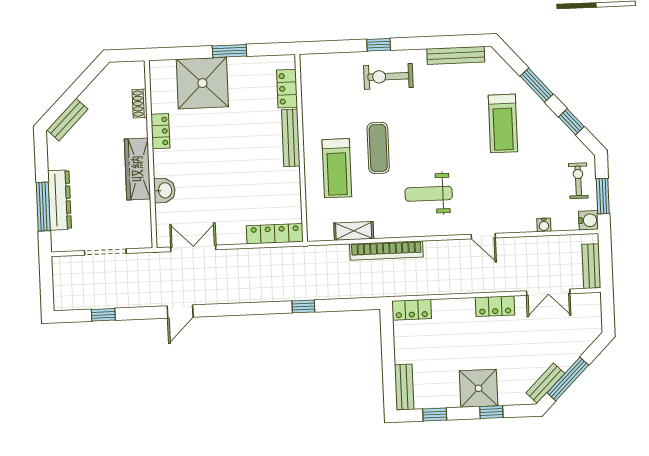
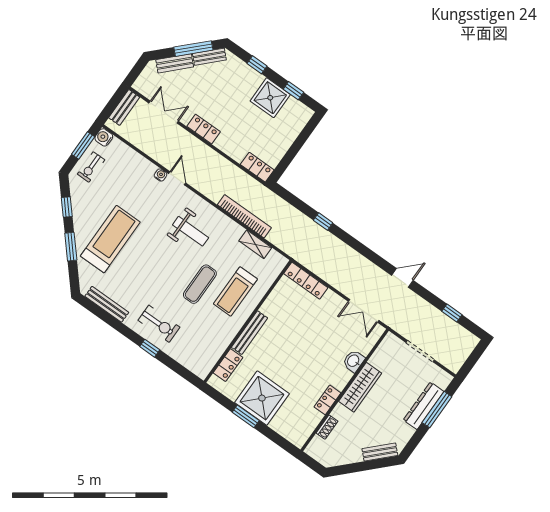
shower: (202, 83) -> (262, 398), moved
treadmill: (503, 123) -> (110, 239), width x1.37, depth x1.38
treadmill: (337, 168) -> (235, 291), turned 180
water cooler: (544, 225) -> (160, 175), moved
bench: (404, 387) -> (175, 63), moved, turned 45
shower: (479, 388) -> (270, 98), moved

